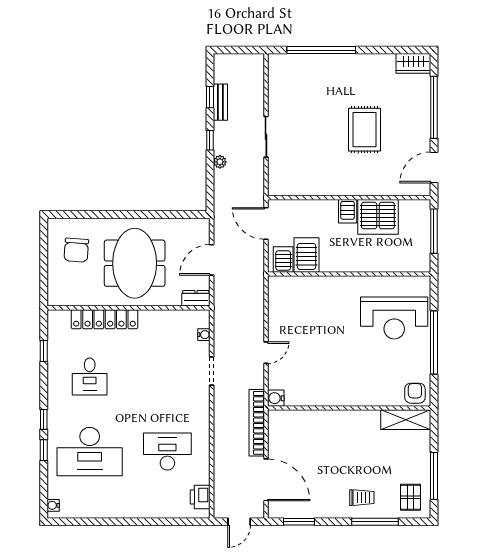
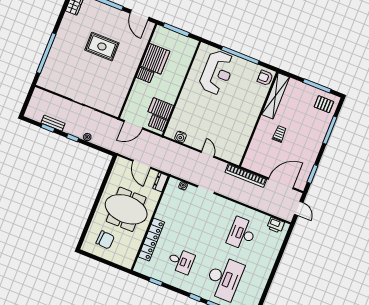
water cooler: (276, 398) -> (181, 137), moved
shelving: (406, 420) -> (276, 96), width x1.47
trolley: (362, 498) -> (279, 134), moved

